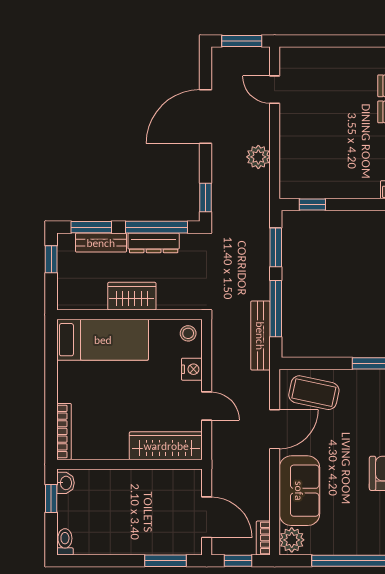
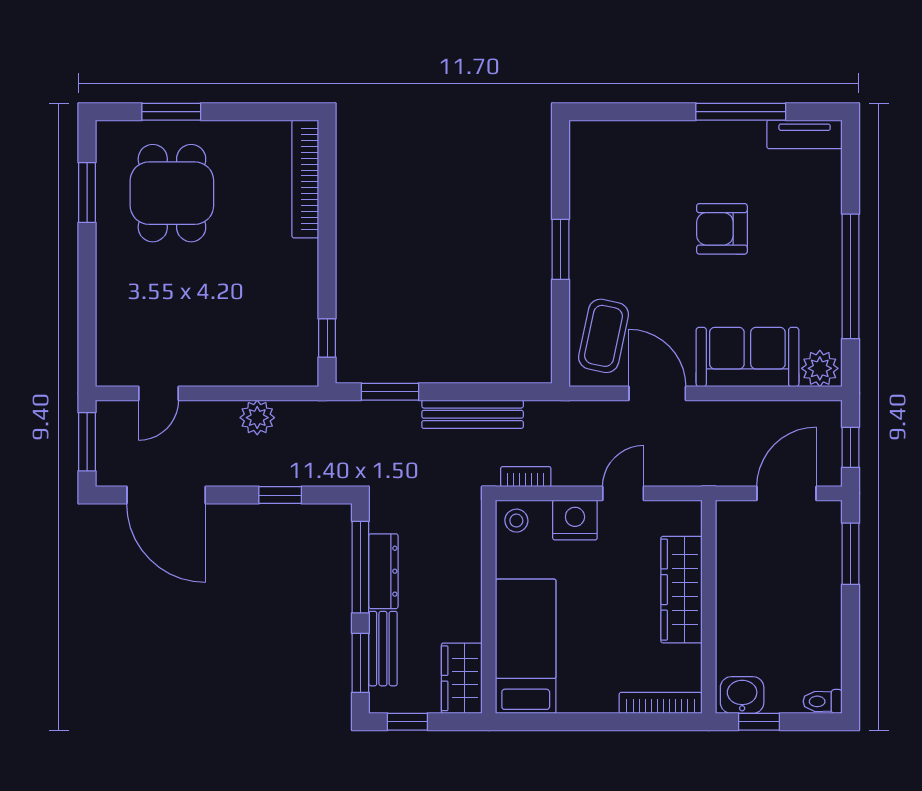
door: (205, 117) -> (166, 495), moved
window: (205, 198) -> (280, 495), moved
wardrobe: (132, 296) -> (462, 678), moved
window: (276, 309) -> (480, 392), removed
bench: (260, 336) -> (473, 414), moved
nightstand: (192, 369) -> (575, 520), width x1.36, depth x1.33
wardrobe: (166, 446) -> (682, 590), moved
washbasin: (65, 483) -> (742, 695), width x1.38, depth x1.45
bookcase: (263, 538) -> (526, 477), moved, turned 180

